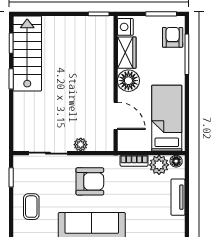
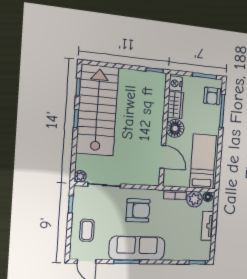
armchair: (173, 37) -> (212, 96), turned 180
stairs: (27, 53) -> (97, 110), width x1.36, depth x1.51
plant: (81, 145) -> (80, 176), moved

